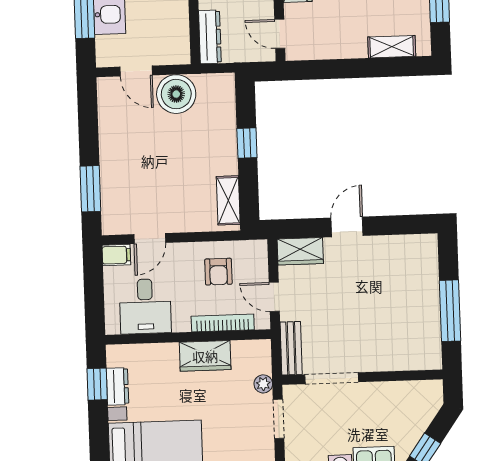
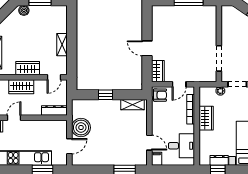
shelving: (392, 47) -> (62, 45), moved
armchair: (218, 272) -> (160, 95), moved
bench: (291, 348) -> (204, 77), removed

